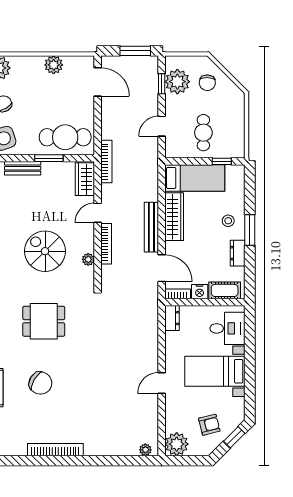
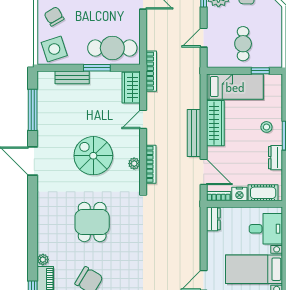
bookcase: (106, 244) -> (151, 164), moved
dining table: (44, 321) -> (92, 222), turned 90

